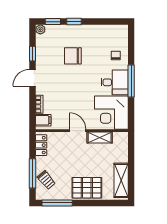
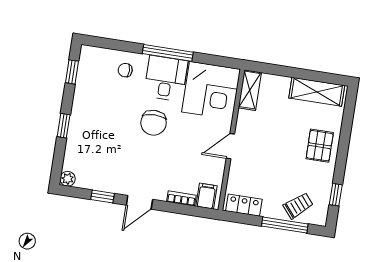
window: (53, 22) -> (72, 72), moved
chair: (73, 56) -> (154, 123), moved
door: (32, 78) -> (139, 202), hinge flipped
shelving: (100, 137) -> (250, 90), moved
pallet: (87, 188) -> (320, 146), width x0.67, depth x0.71
window: (57, 203) -> (336, 195), width x0.46

